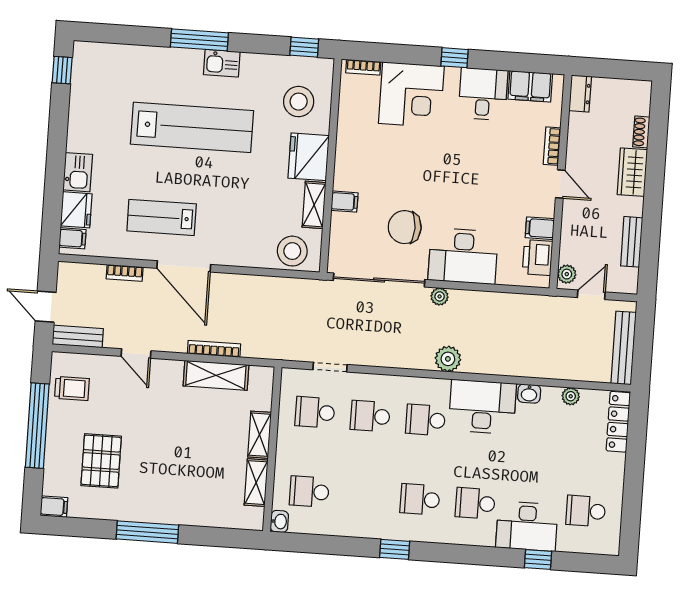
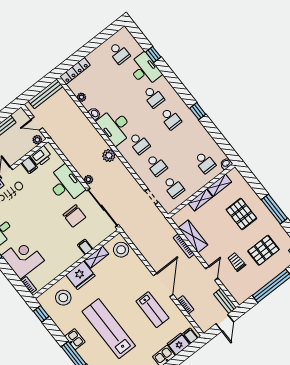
trolley: (72, 388) -> (237, 262), moved
pallet: (184, 477) -> (241, 214), added

